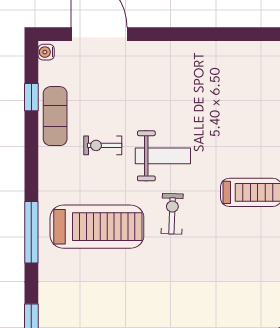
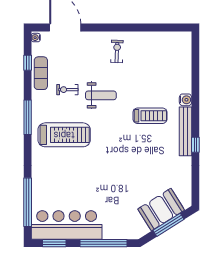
exercise bike: (172, 214) -> (117, 51), moved
window: (31, 232) -> (28, 117), moved

